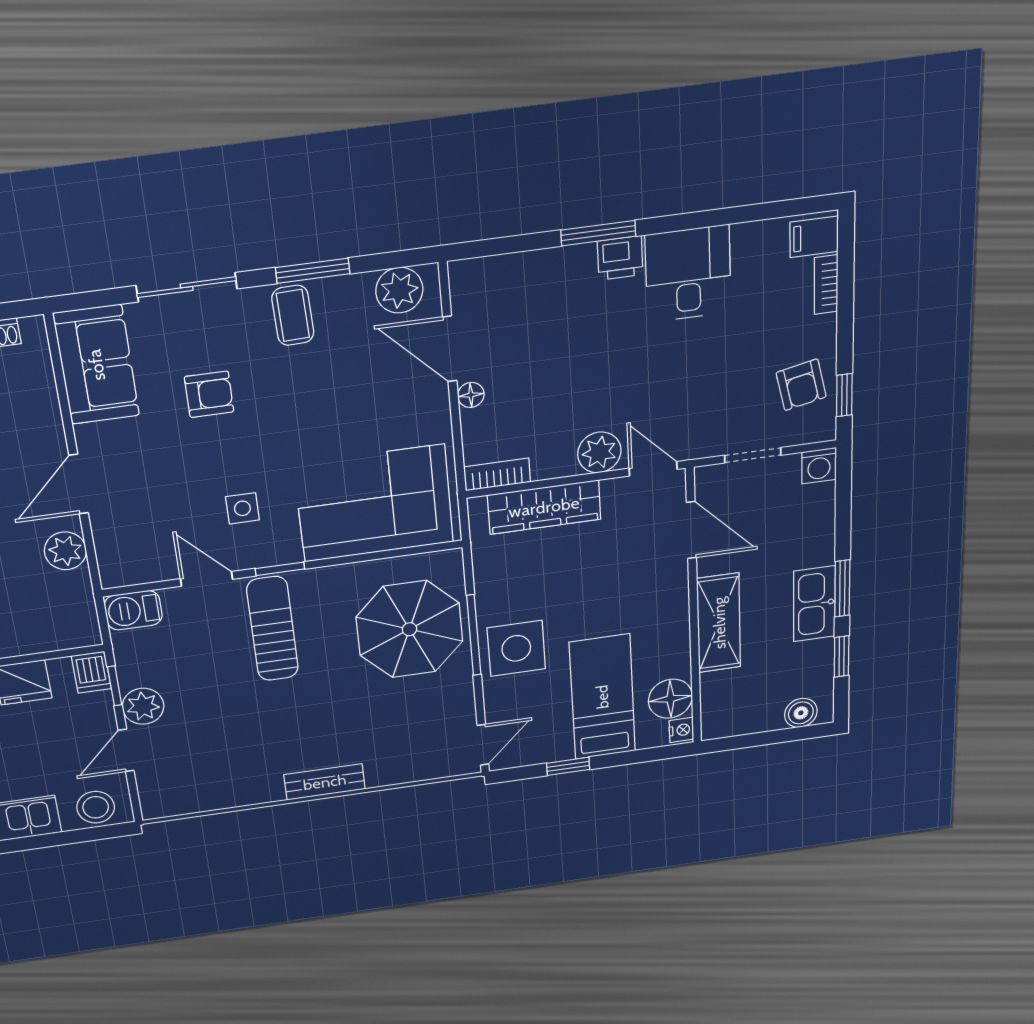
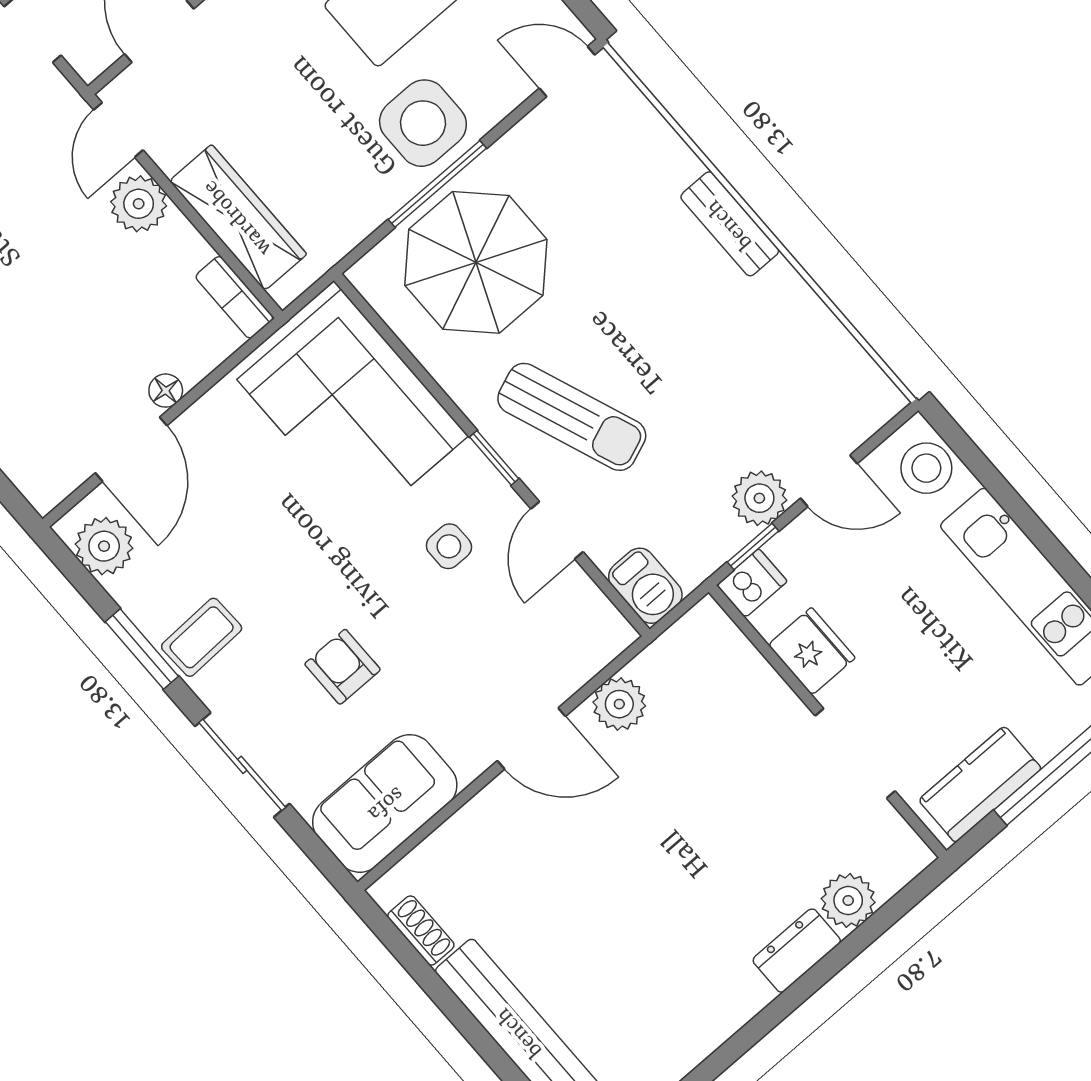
sun lounger: (273, 629) -> (572, 417), turned -111

